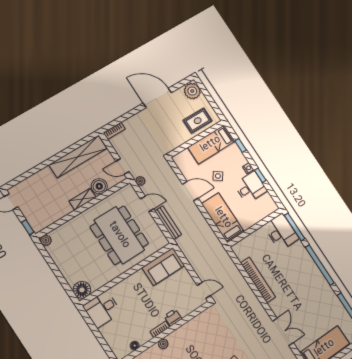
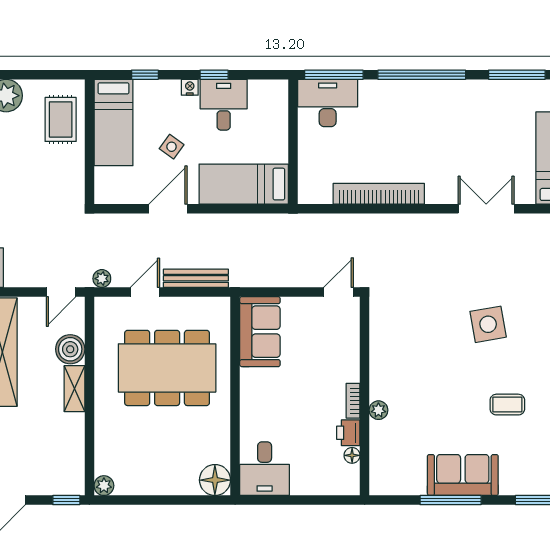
printer: (173, 318) -> (348, 433), moved

